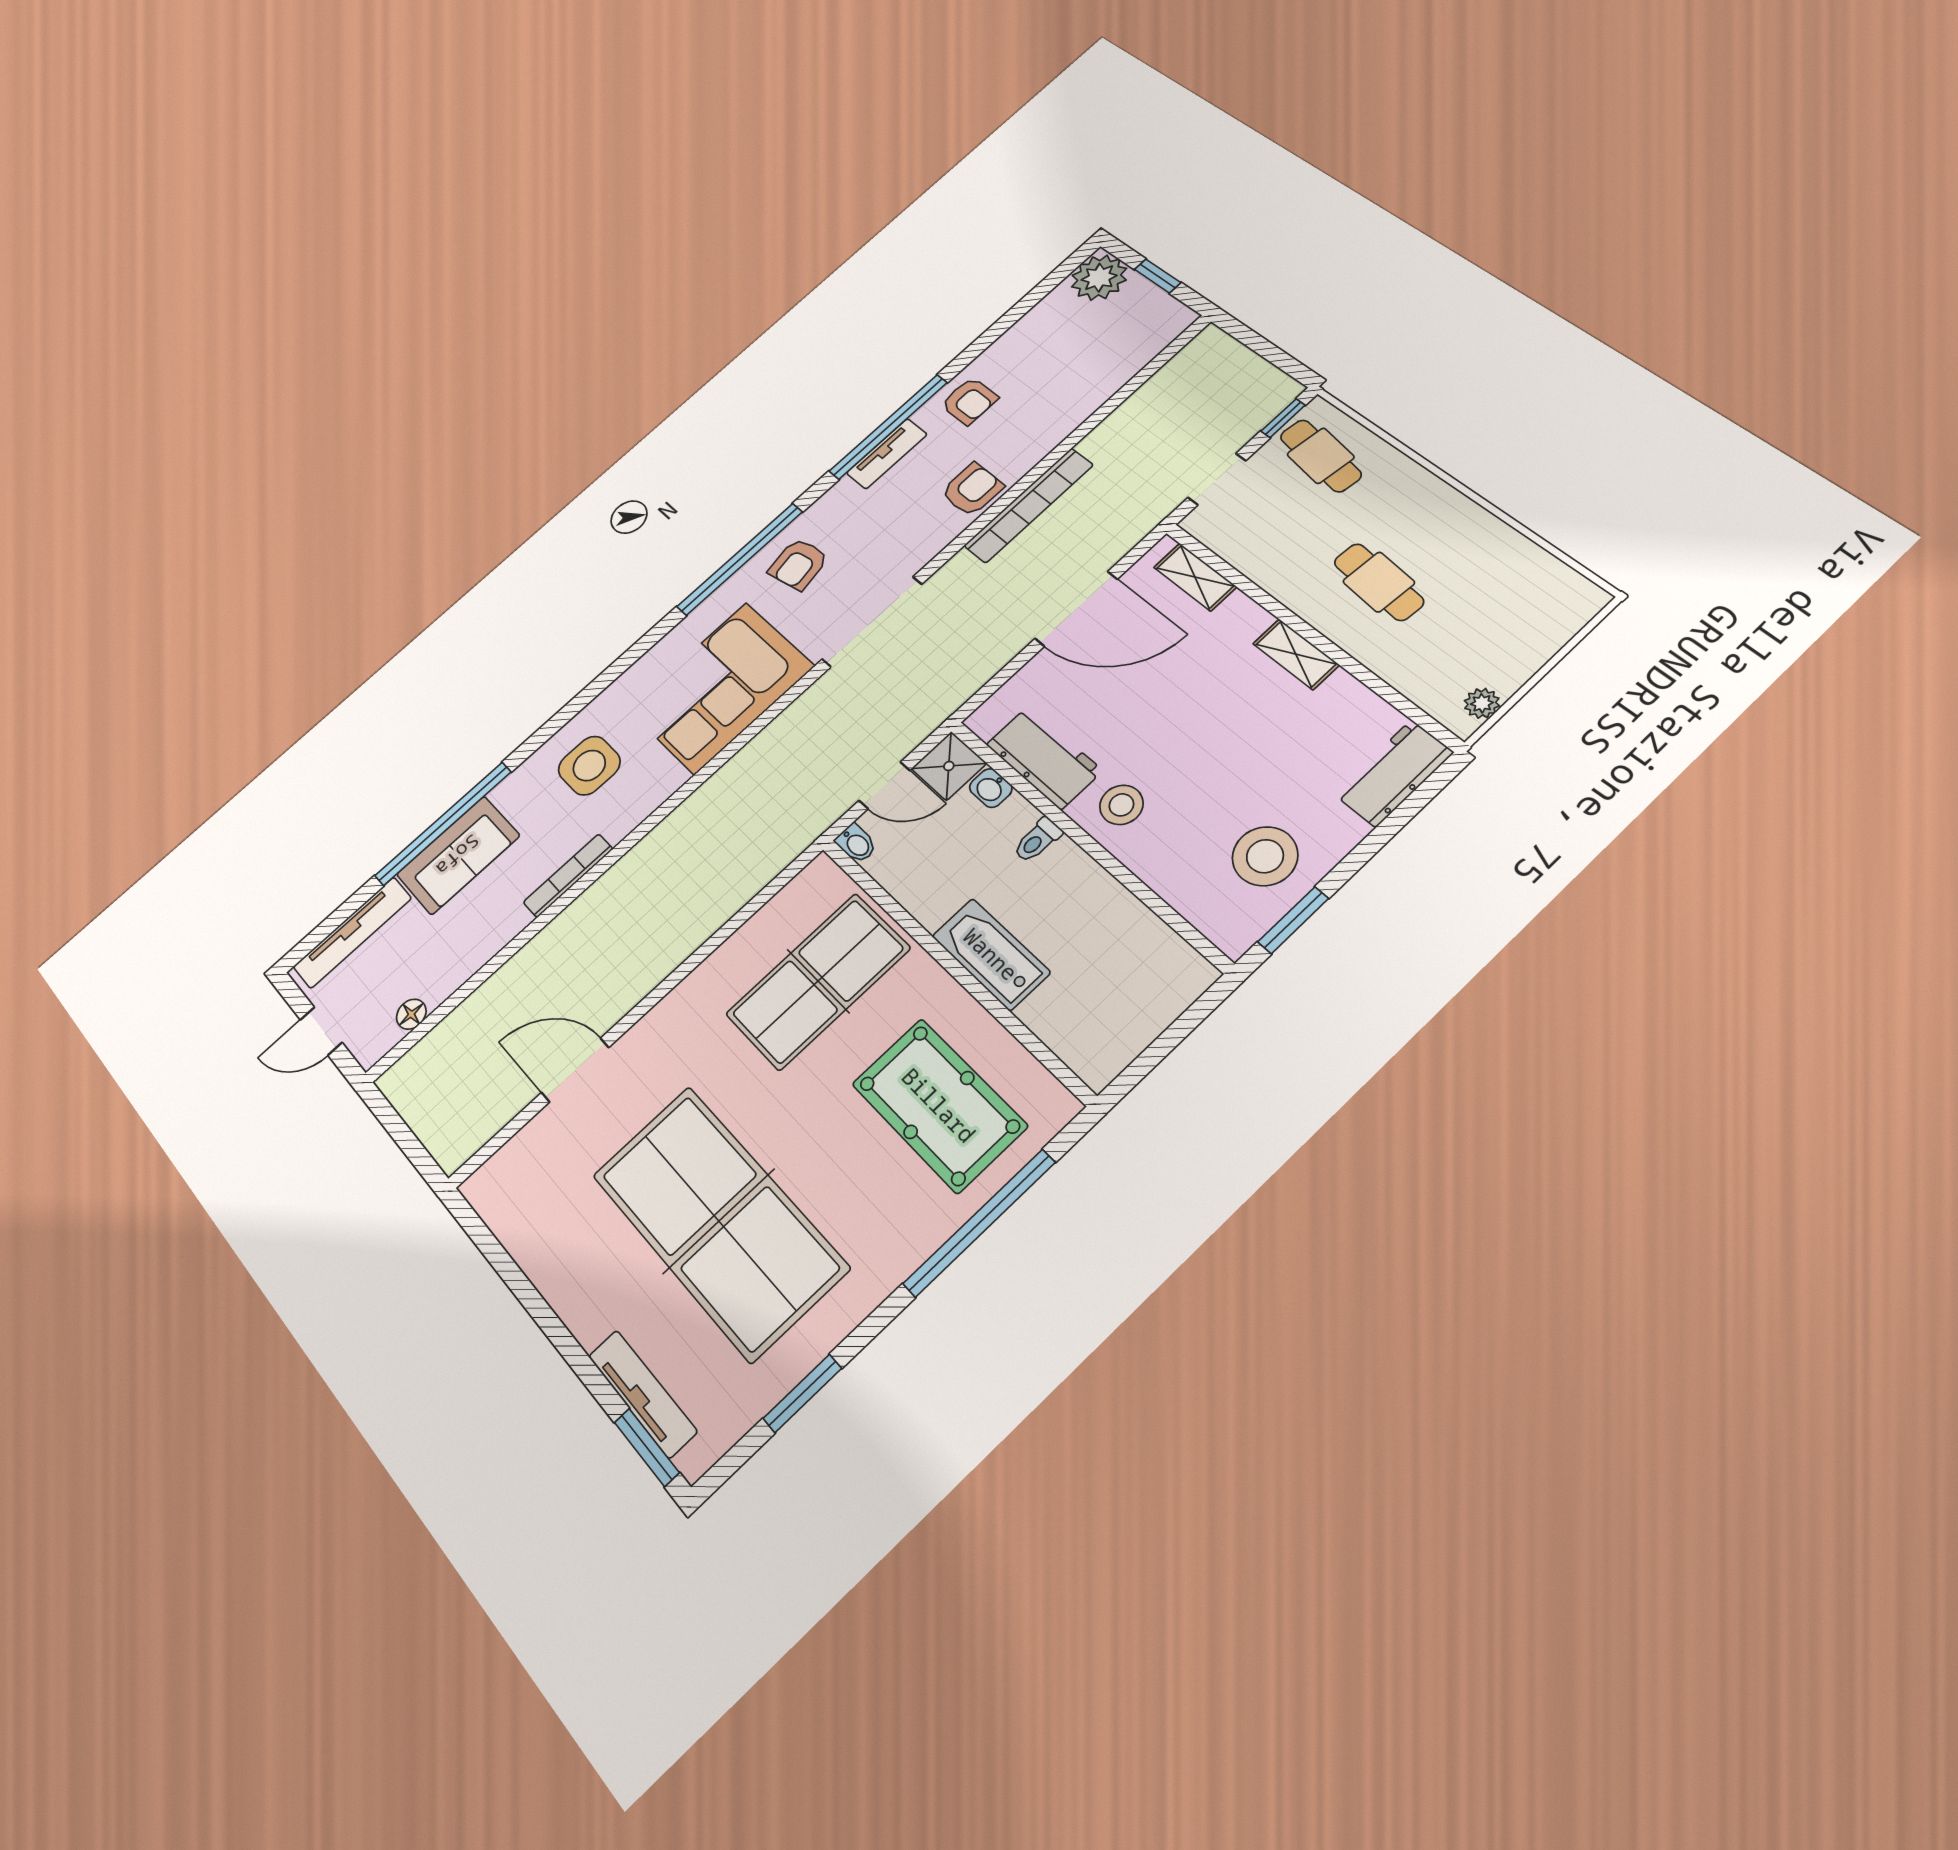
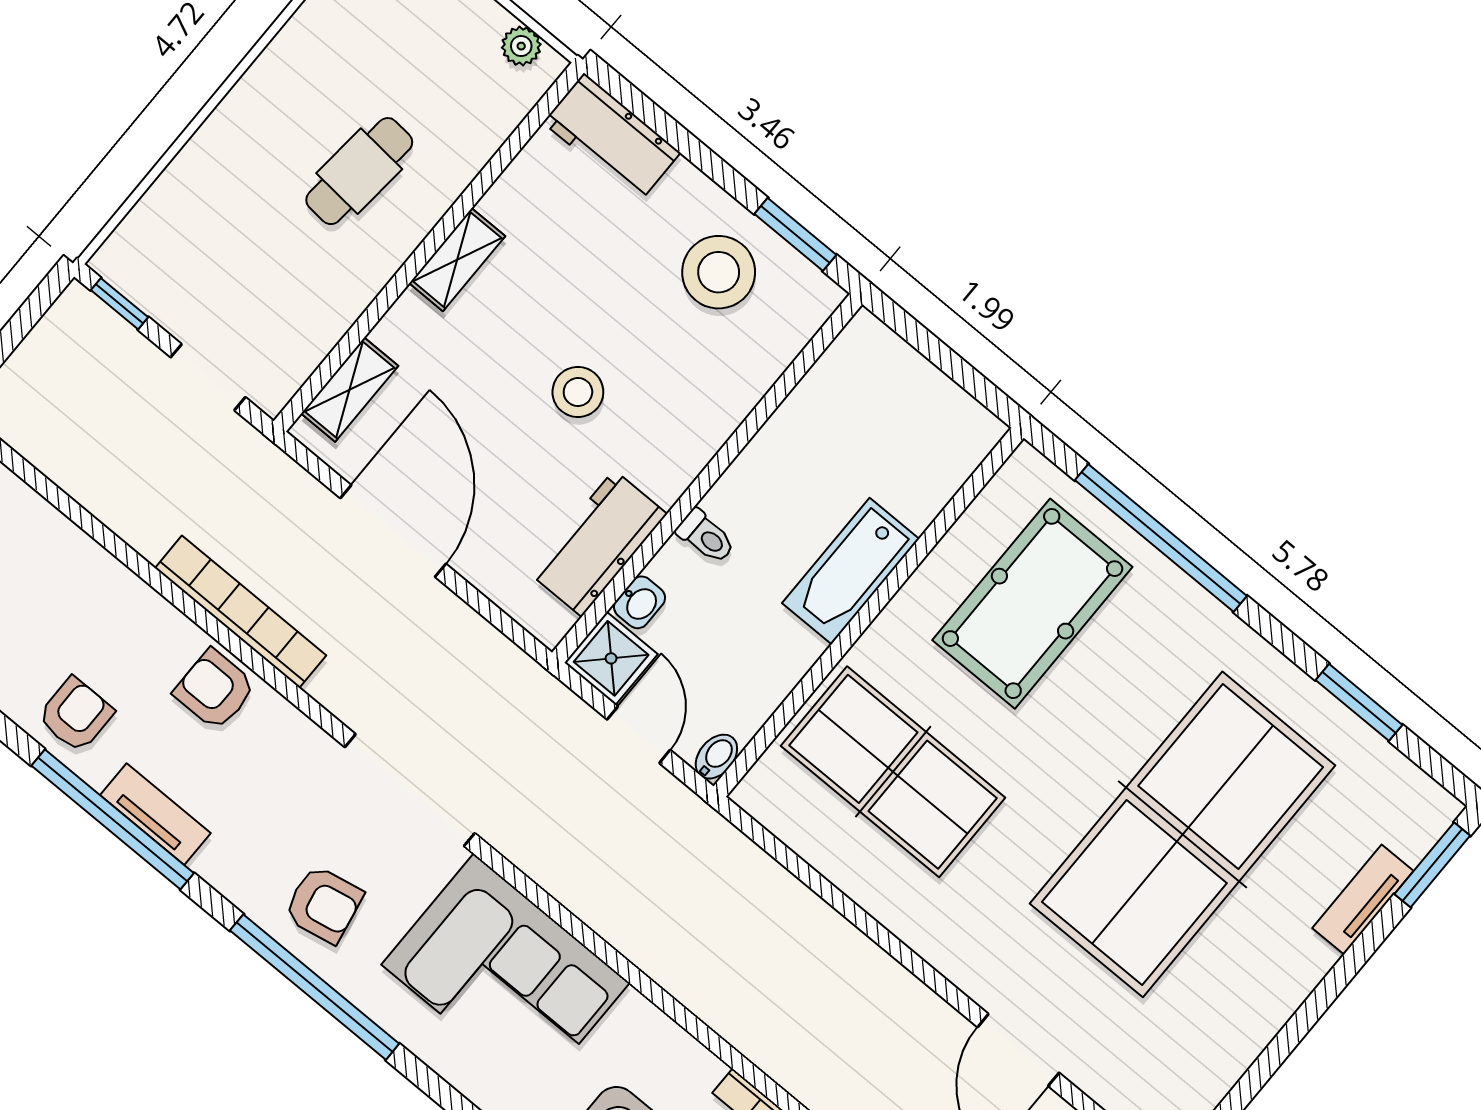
cafe table: (1321, 456) -> (177, 253), removed
stool: (1121, 805) -> (578, 392), moved
tv unit: (642, 1394) -> (1363, 899), width x0.71

